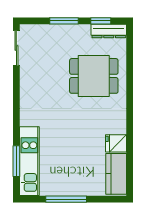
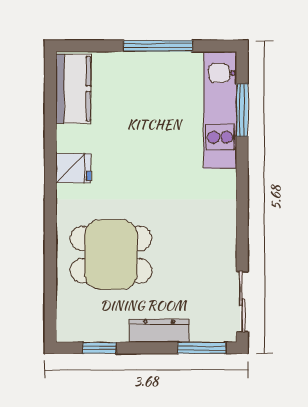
window: (64, 21) -> (202, 348), moved
dresser: (109, 31) -> (159, 331), moved
fridge: (116, 143) -> (73, 168), moved

